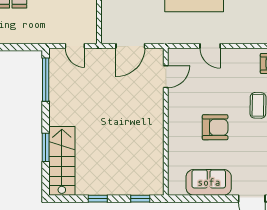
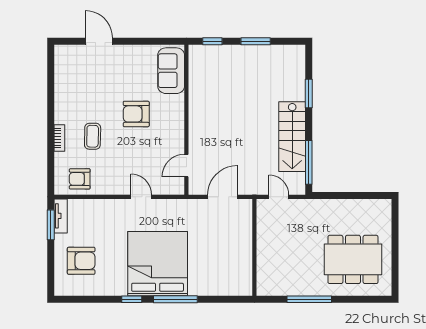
stairs: (62, 161) -> (292, 137), moved
sofa: (209, 182) -> (171, 71), moved, turned 90
window: (98, 199) -> (256, 41), width x1.50

